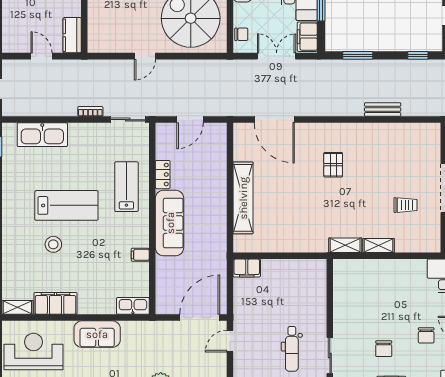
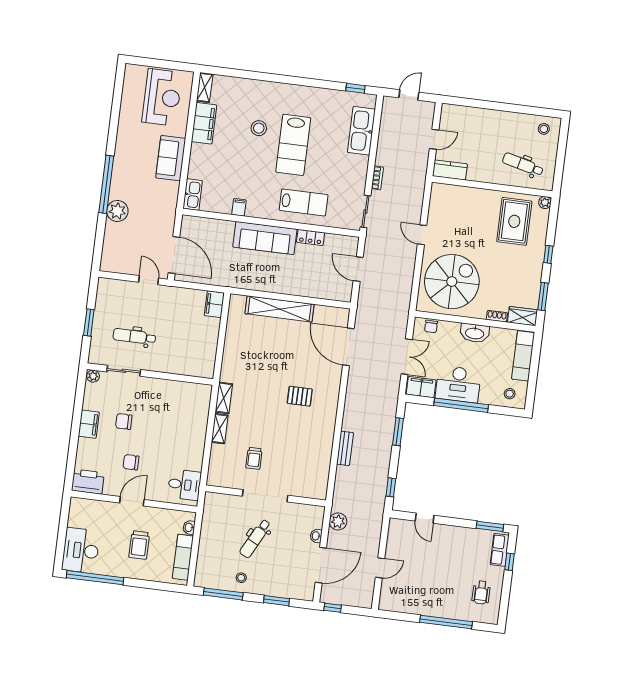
door: (274, 120) -> (348, 347), hinge flipped

